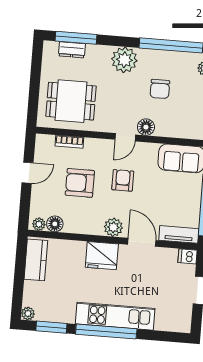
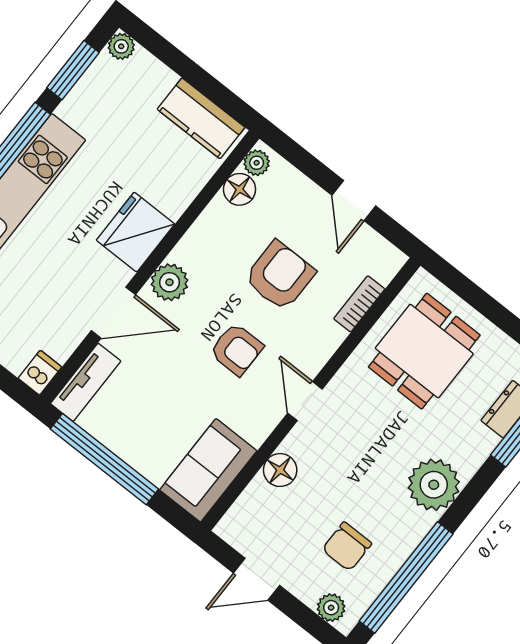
chair: (160, 89) -> (347, 547), moved, turned -90
floor lamp: (146, 127) -> (280, 470), moved

